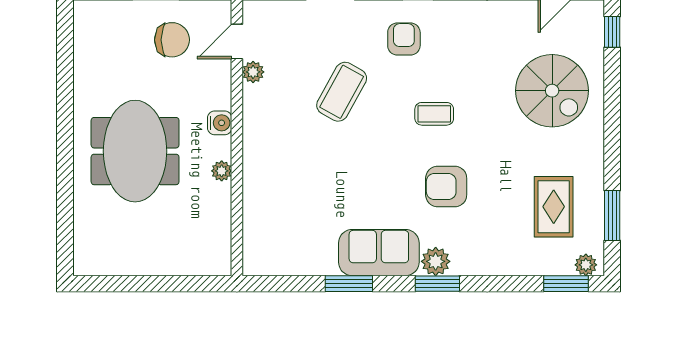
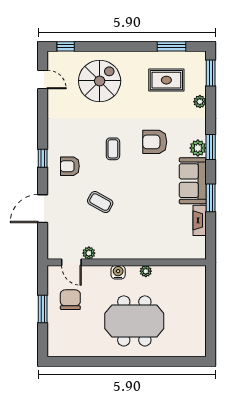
coffee table: (342, 92) -> (100, 202), width x0.73, depth x0.77
armchair: (446, 186) -> (155, 142), turned 90
fireplace: (310, 264) -> (200, 220), added
plant: (586, 265) -> (200, 102), moved

